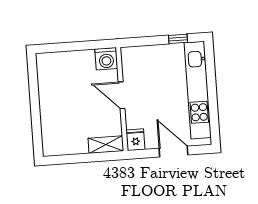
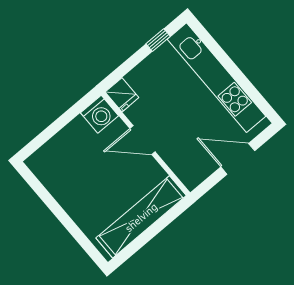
fridge: (136, 140) -> (122, 95), moved, turned 180
shelving: (106, 145) -> (141, 217), width x2.20, depth x1.33

